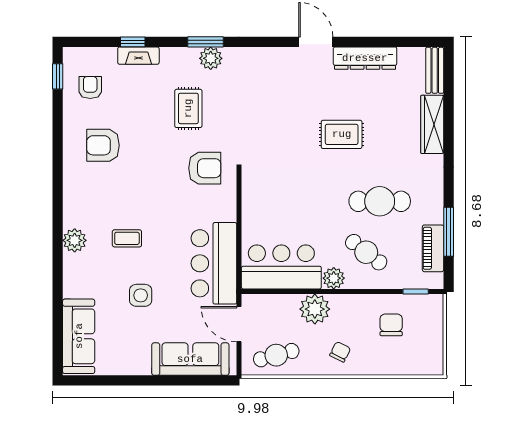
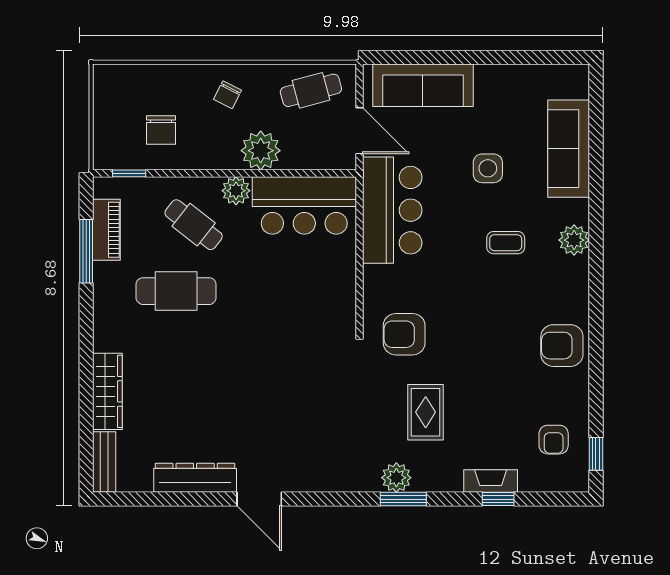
rug: (342, 134) -> (226, 378), removed
armchair: (103, 145) -> (562, 346), moved, turned 180
sofa: (79, 336) -> (569, 149), moved

